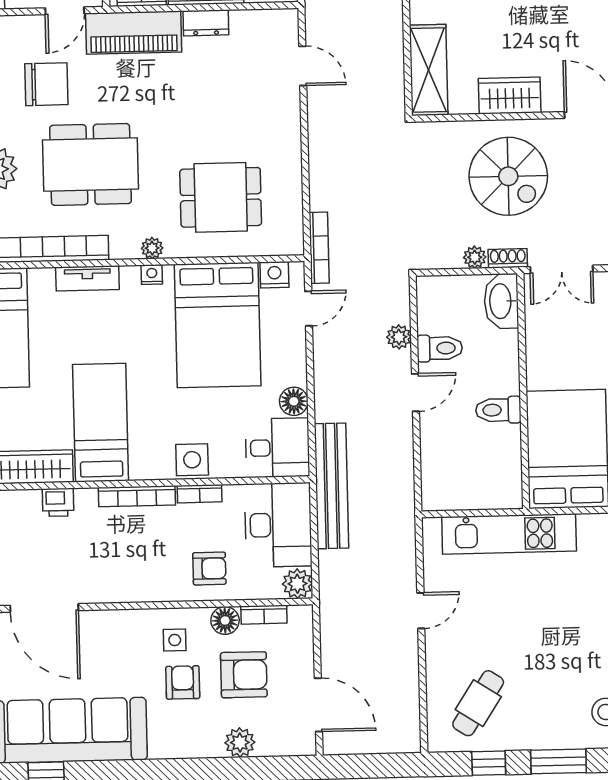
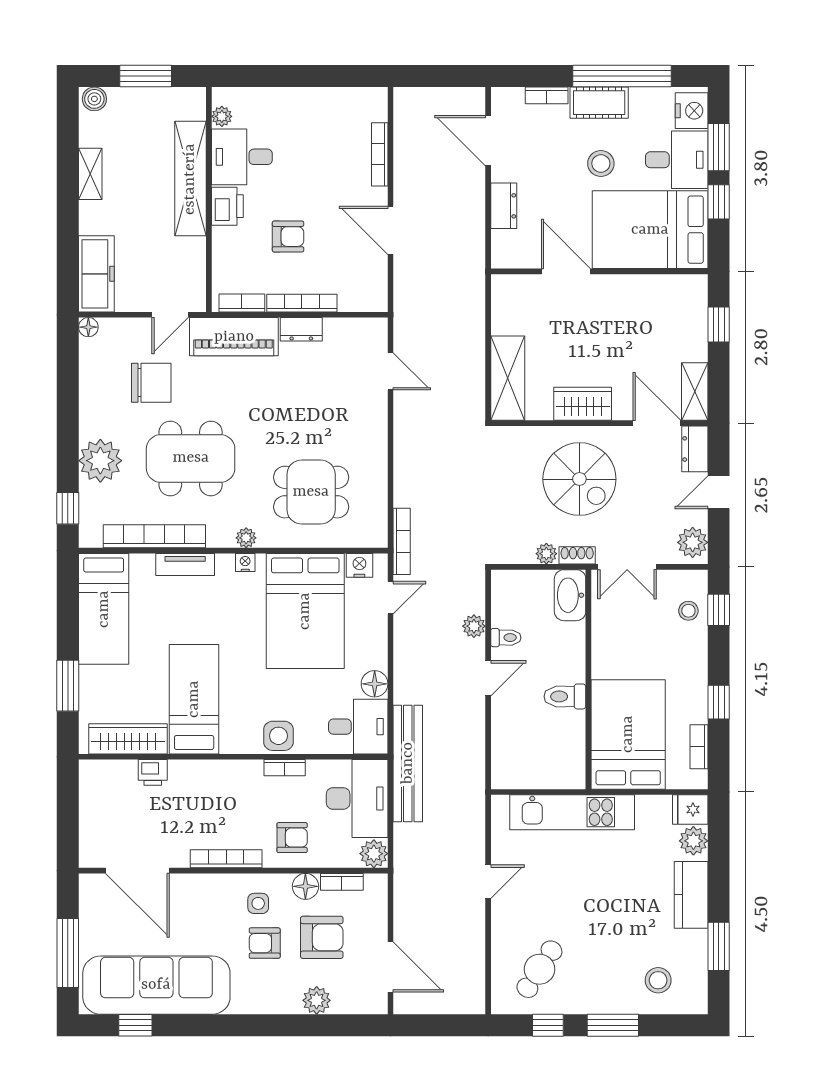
toilet: (440, 348) -> (506, 638), width x0.73, depth x0.72
bookcase: (137, 496) -> (226, 859), moved, turned 180
armchair: (183, 682) -> (265, 943), turned -90

